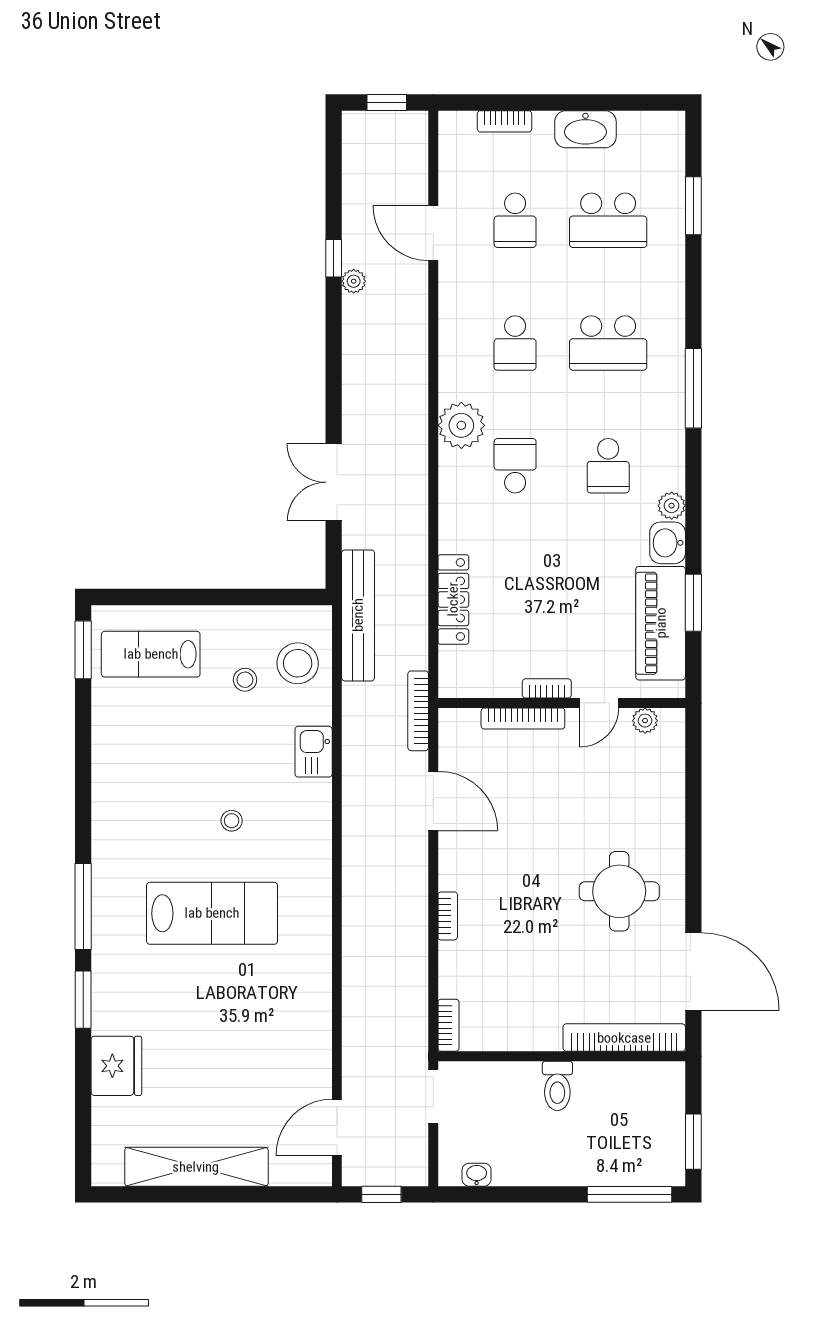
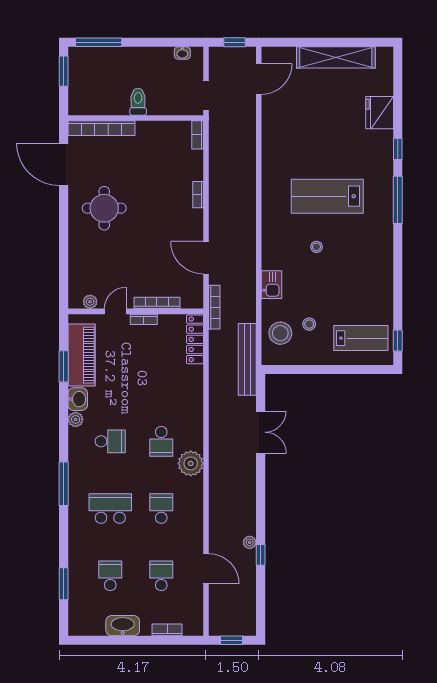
school desk: (608, 220) -> (110, 576), width x0.54
school desk: (608, 466) -> (110, 441), turned 90
locker: (453, 599) -> (195, 339), moved
window: (83, 650) -> (398, 340), width x0.67
window: (83, 1000) -> (398, 149), width x0.67

